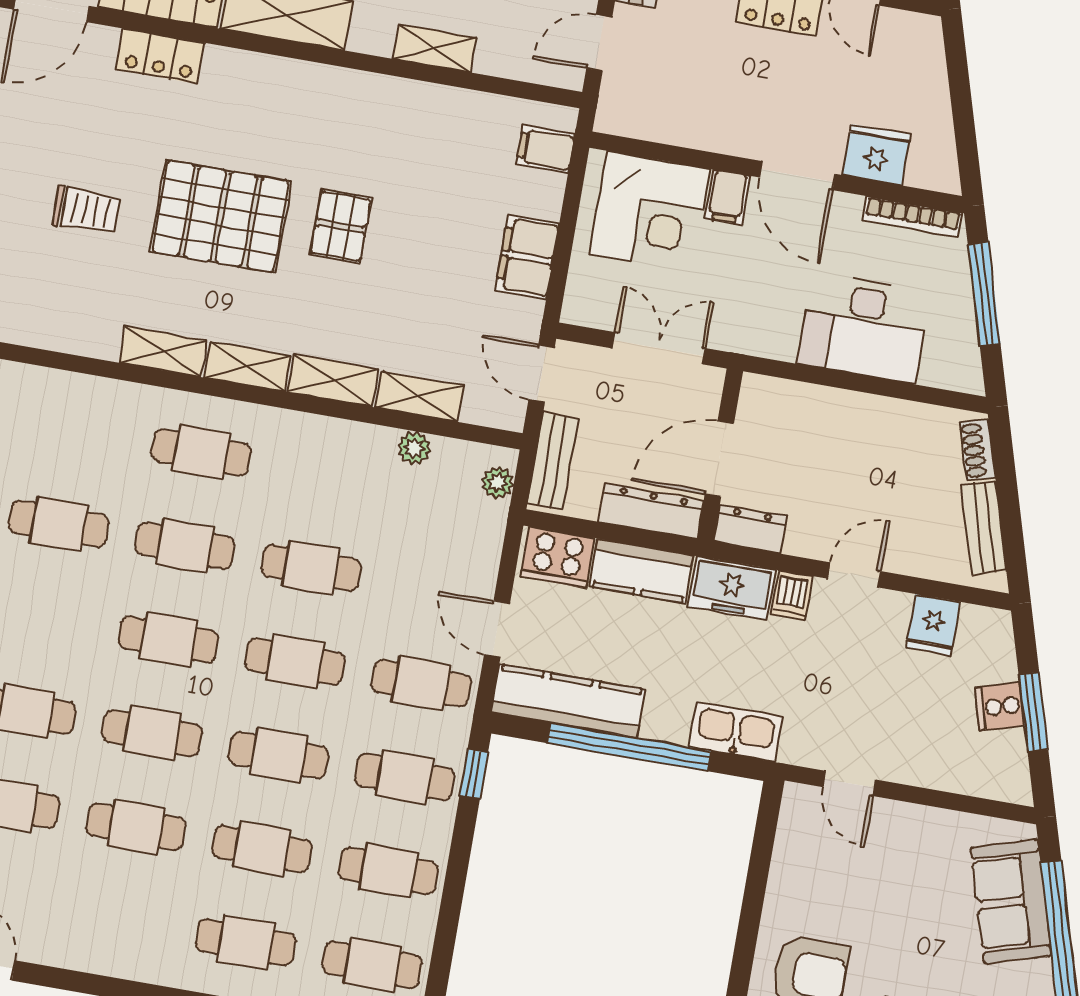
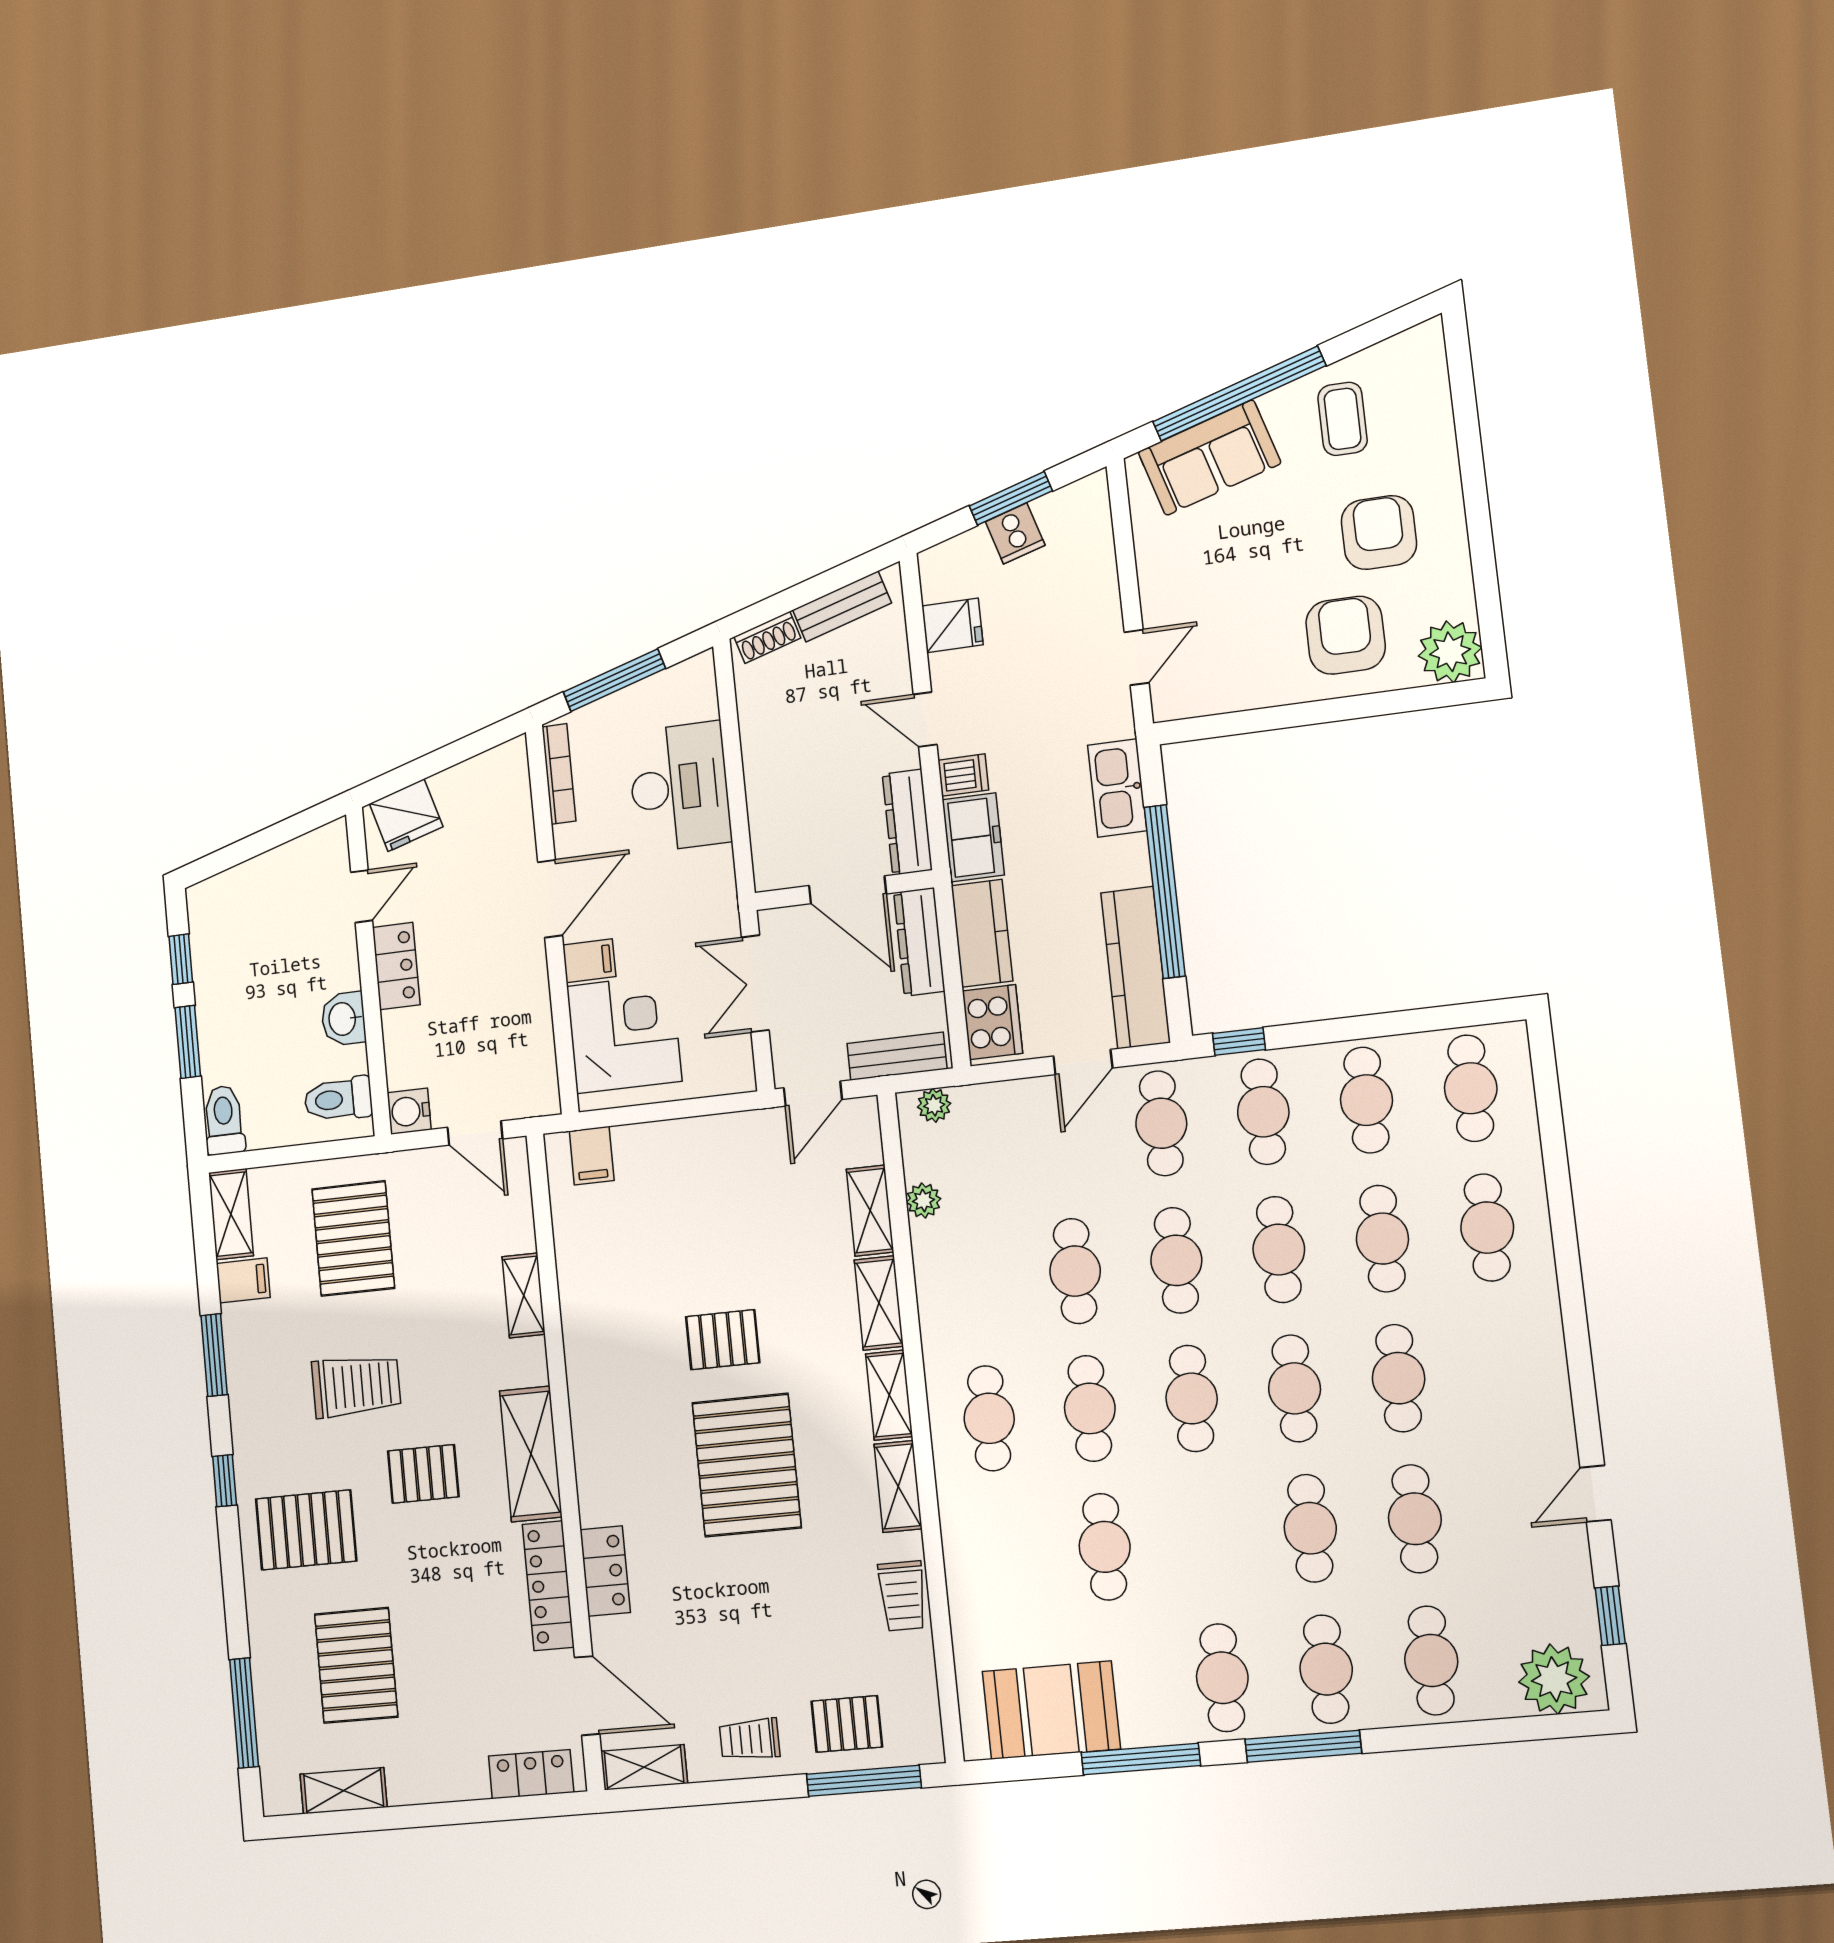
fridge: (877, 155) -> (406, 815), moved, turned -107
trolley: (86, 210) -> (902, 1596), moved, turned 180
filing cabinet: (527, 257) -> (702, 1142), removed
dresser: (750, 529) -> (907, 822), width x1.44

